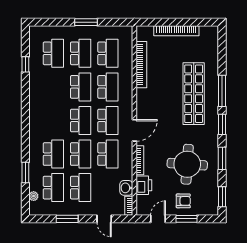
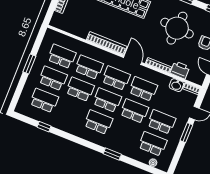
bookcase: (141, 65) -> (107, 43), moved
school desk: (53, 154) -> (98, 122), moved
window: (25, 172) -> (112, 154), moved
window: (67, 219) -> (186, 133), moved

